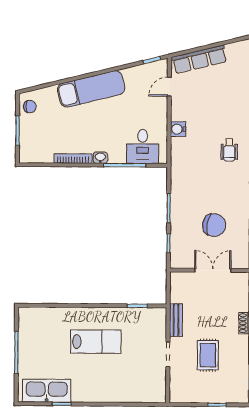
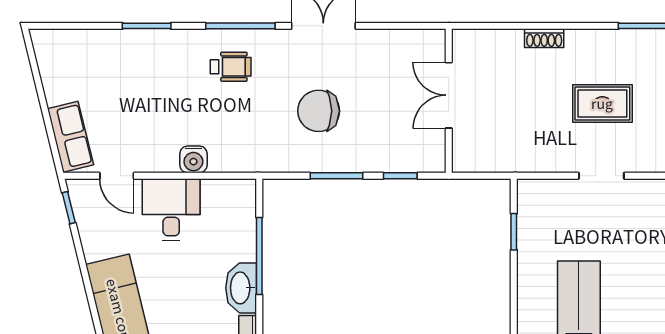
row of seats: (199, 59) -> (71, 137), width x0.68
desk: (143, 147) -> (171, 210), moved, turned -90
washbasin: (100, 158) -> (241, 288), width x1.91, depth x1.45
chair: (214, 225) -> (319, 111), moved, turned -100
bench: (176, 320) -> (539, 161), removed

